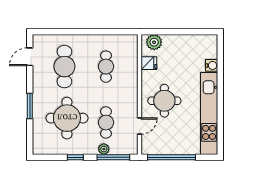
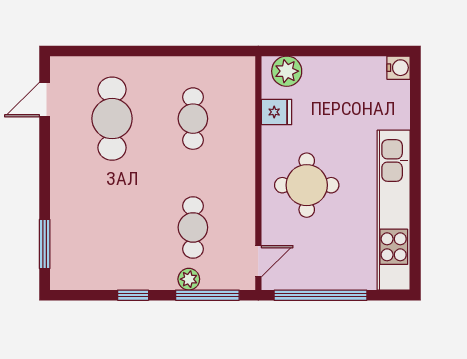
water cooler: (212, 65) -> (399, 68), moved
window: (30, 106) -> (45, 244), moved
round table: (67, 118) -> (117, 219), removed
door: (140, 126) -> (258, 261), moved

